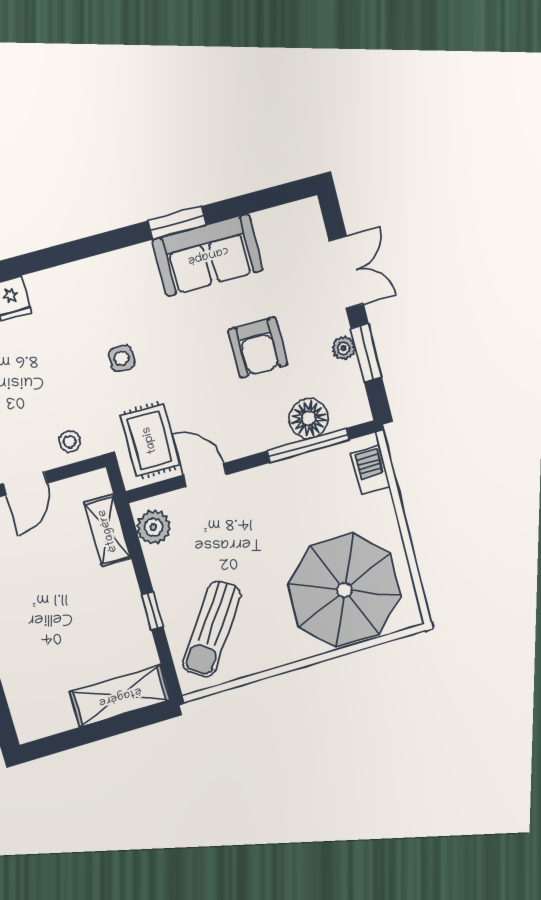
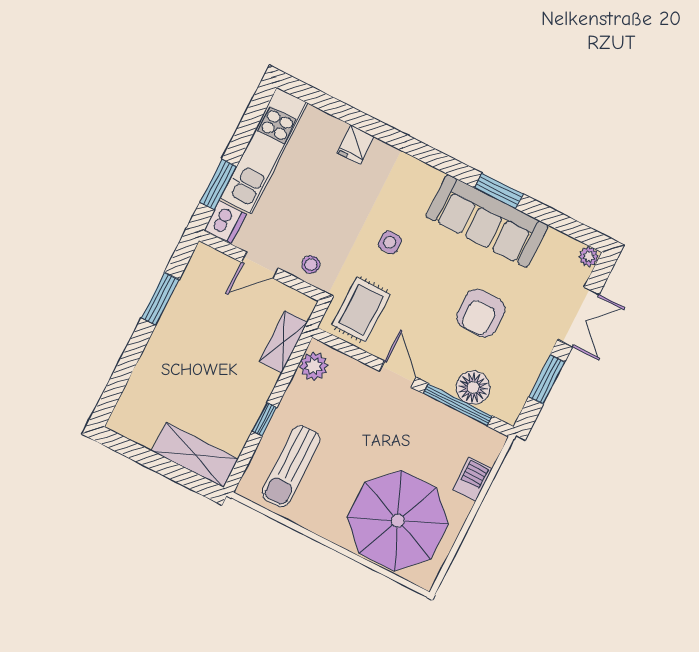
sofa: (208, 255) -> (487, 221), width x1.36
plant: (344, 348) -> (589, 257), moved
barbecue: (371, 470) -> (472, 479), moved
door: (205, 475) -> (398, 374), moved
sun lounger: (212, 629) -> (291, 466), turned -34

